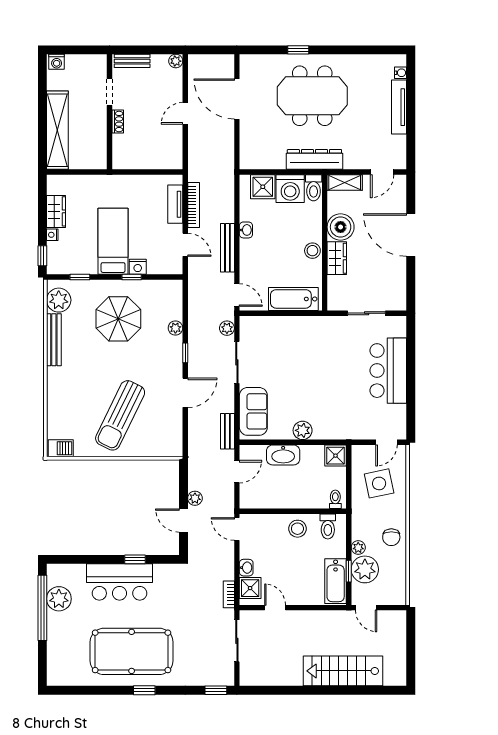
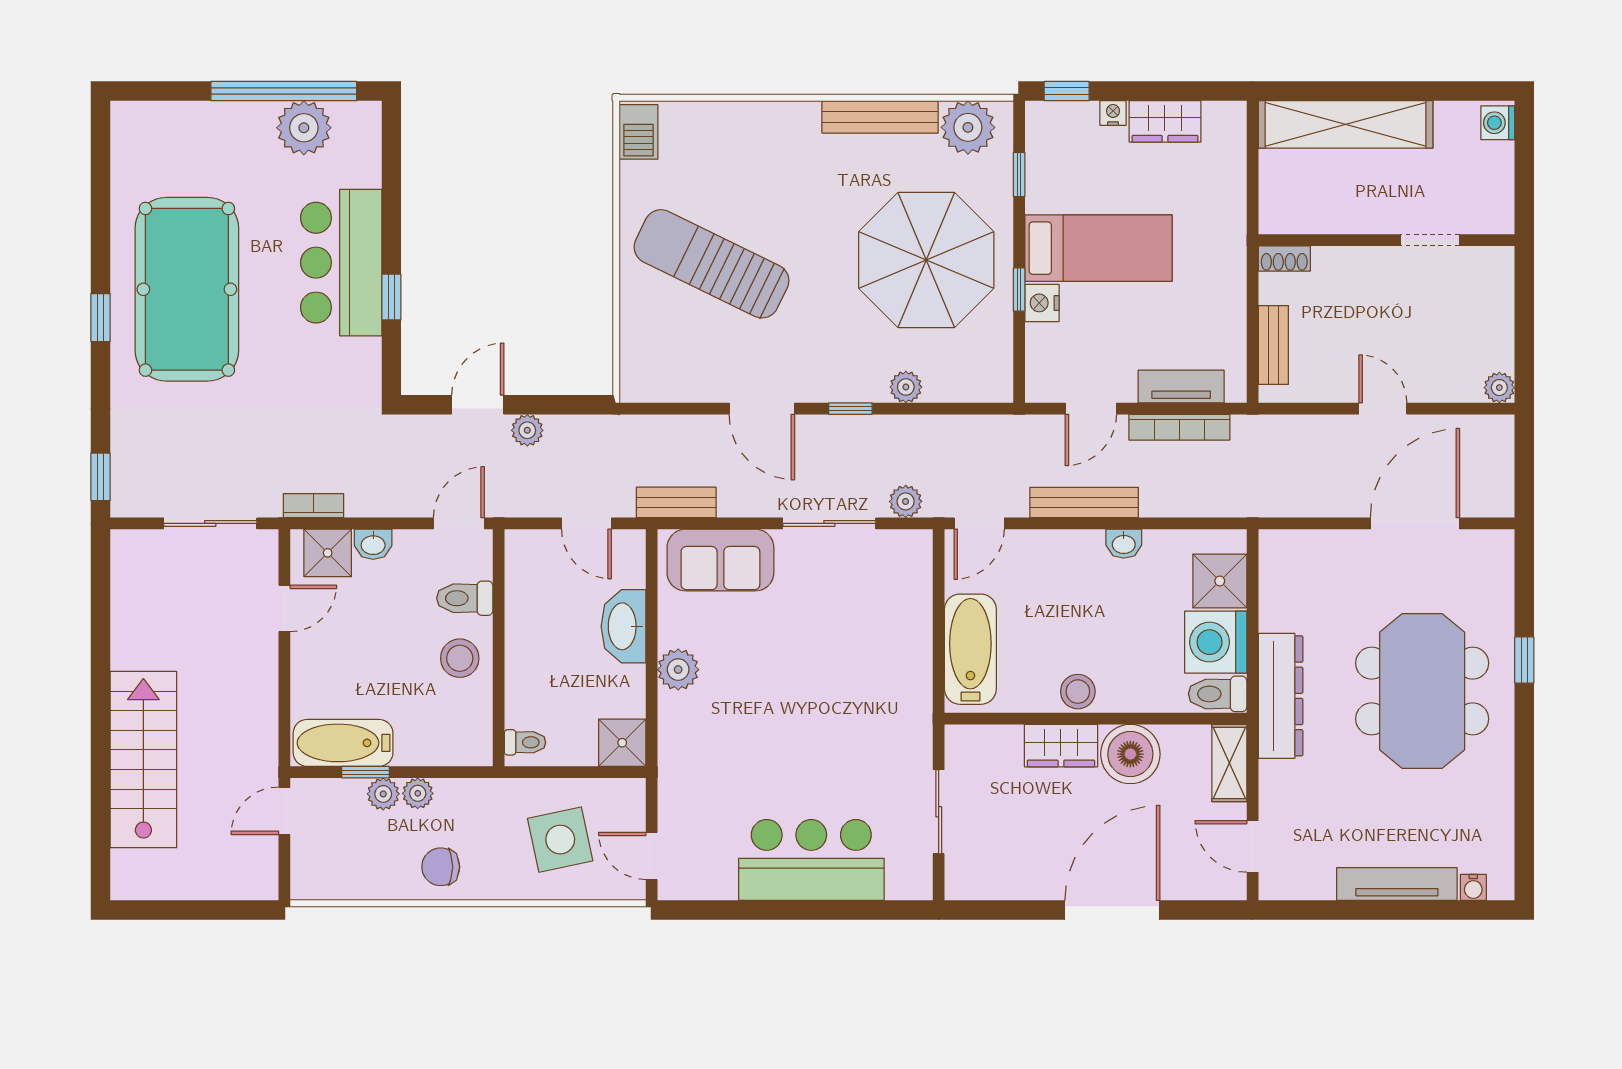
bench: (132, 61) -> (1273, 345), moved
shoe rack: (118, 122) -> (1284, 259), moved
parasol: (118, 319) -> (926, 260), width x1.36, depth x1.36
toilet: (328, 526) -> (465, 598), moved
plant: (365, 569) -> (383, 794), width x0.53, depth x0.53

